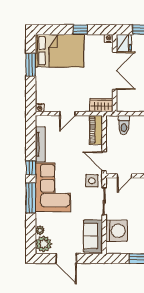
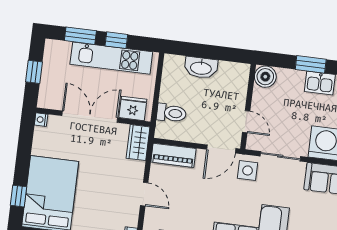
window: (80, 30) -> (19, 196), moved
fridge: (124, 43) -> (133, 108), moved

